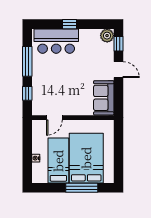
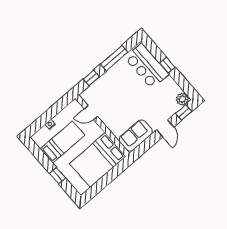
bed: (86, 158) -> (98, 160), moved, turned 180
window: (82, 188) -> (58, 176), width x0.46

